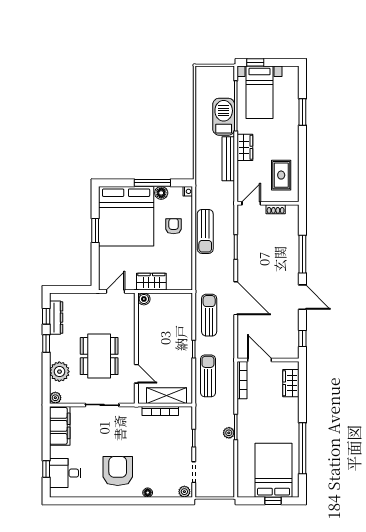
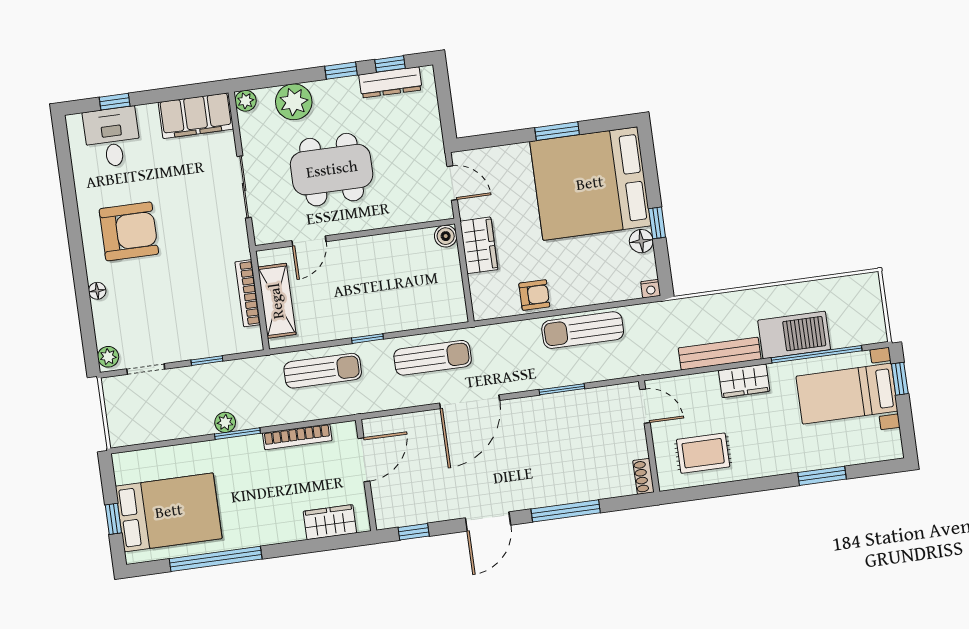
window: (152, 183) -> (657, 223), width x0.46
shoe rack: (276, 209) -> (643, 476), moved
armchair: (174, 226) -> (534, 295), moved
bookcase: (242, 380) -> (297, 437), moved

